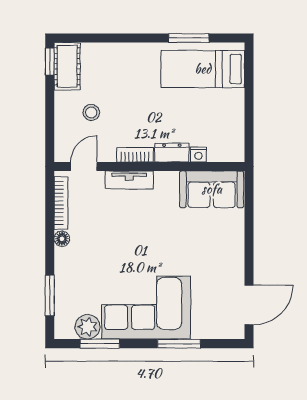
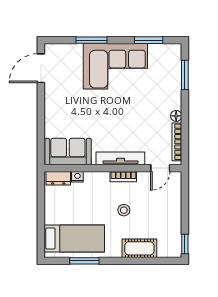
cot: (67, 66) -> (139, 248), moved, turned 90
stool: (91, 112) -> (124, 210), moved
dresser: (172, 153) -> (58, 178), moved
tv unit: (129, 180) -> (120, 158), width x1.41
plant: (88, 327) -> (158, 52), removed

